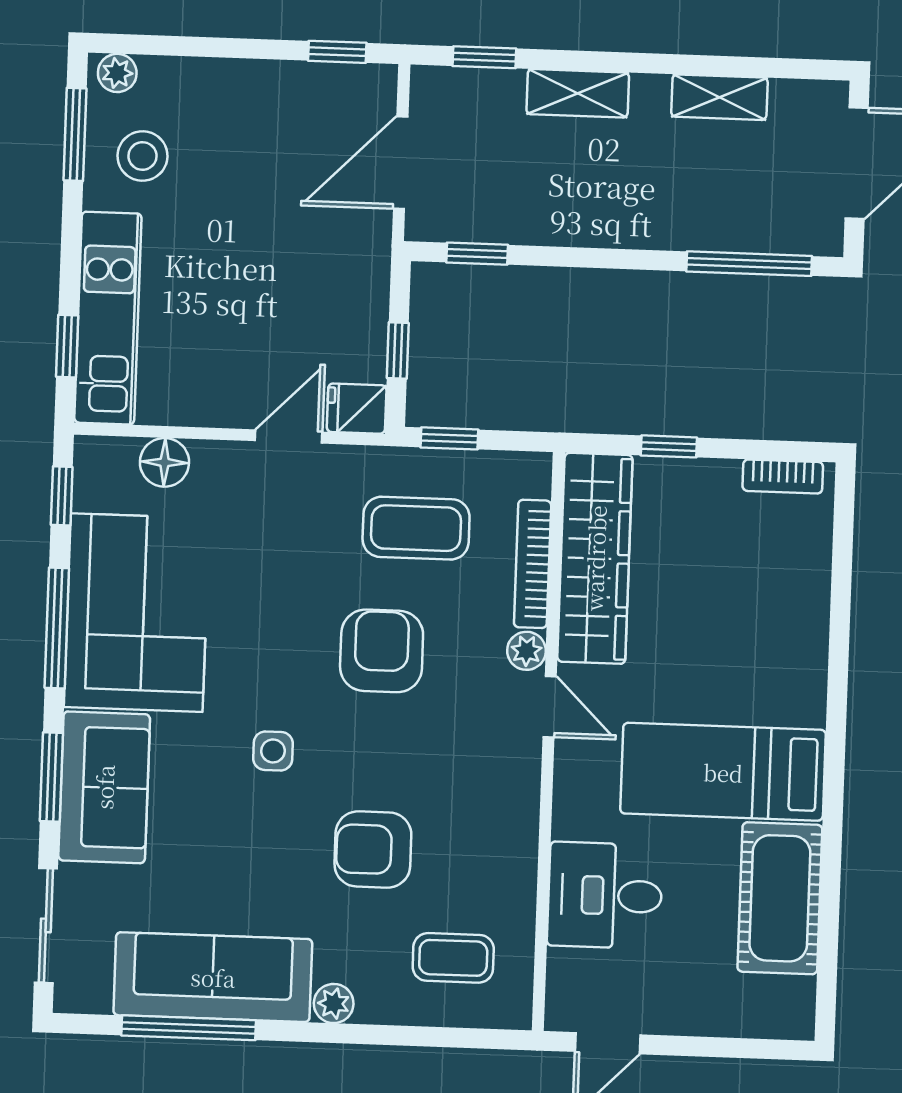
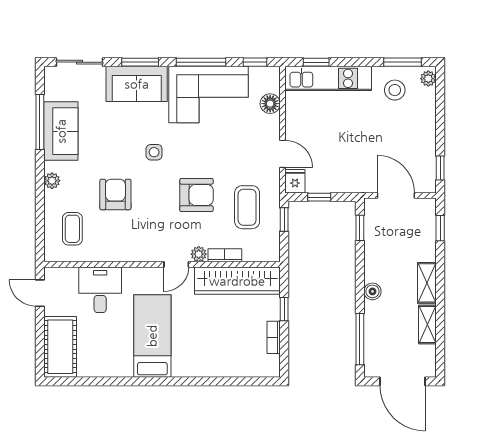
shelving: (578, 93) -> (427, 283), moved
boiler: (633, 229) -> (372, 291), added
bookcase: (783, 476) -> (274, 337), moved
bookcase: (533, 564) -> (225, 255), width x0.64
cot: (780, 898) -> (60, 347), moved, turned 90
sofa: (213, 977) -> (61, 131), width x0.73

